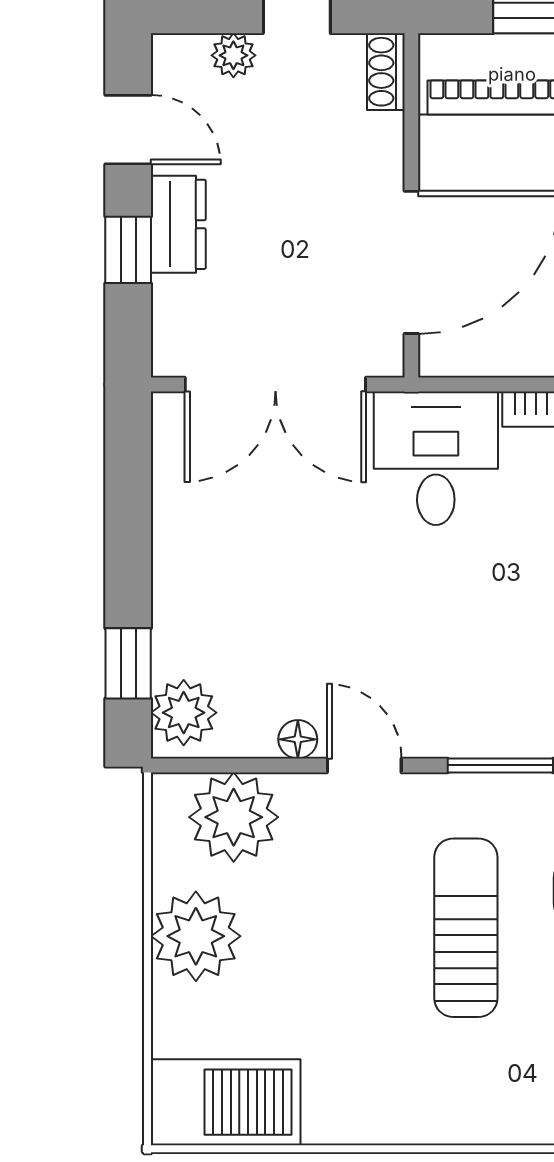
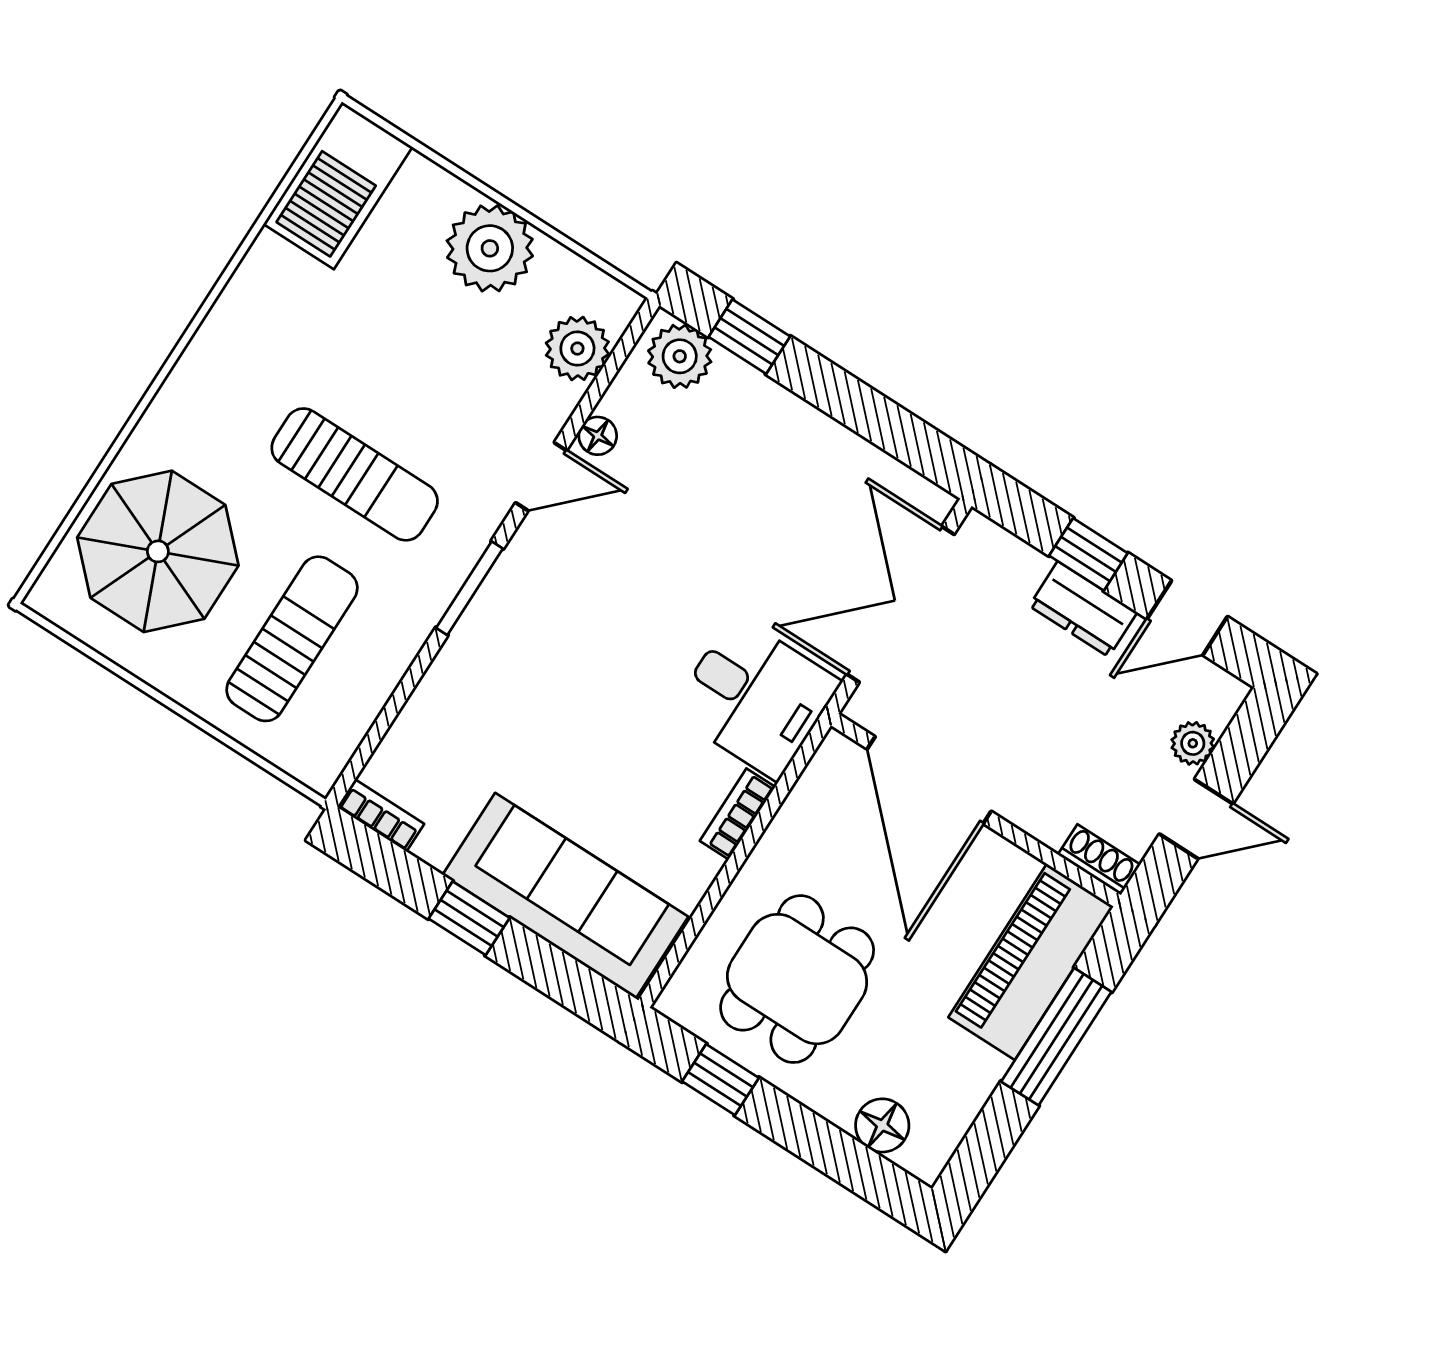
plant: (234, 817) -> (577, 349), width x0.73, depth x0.73

